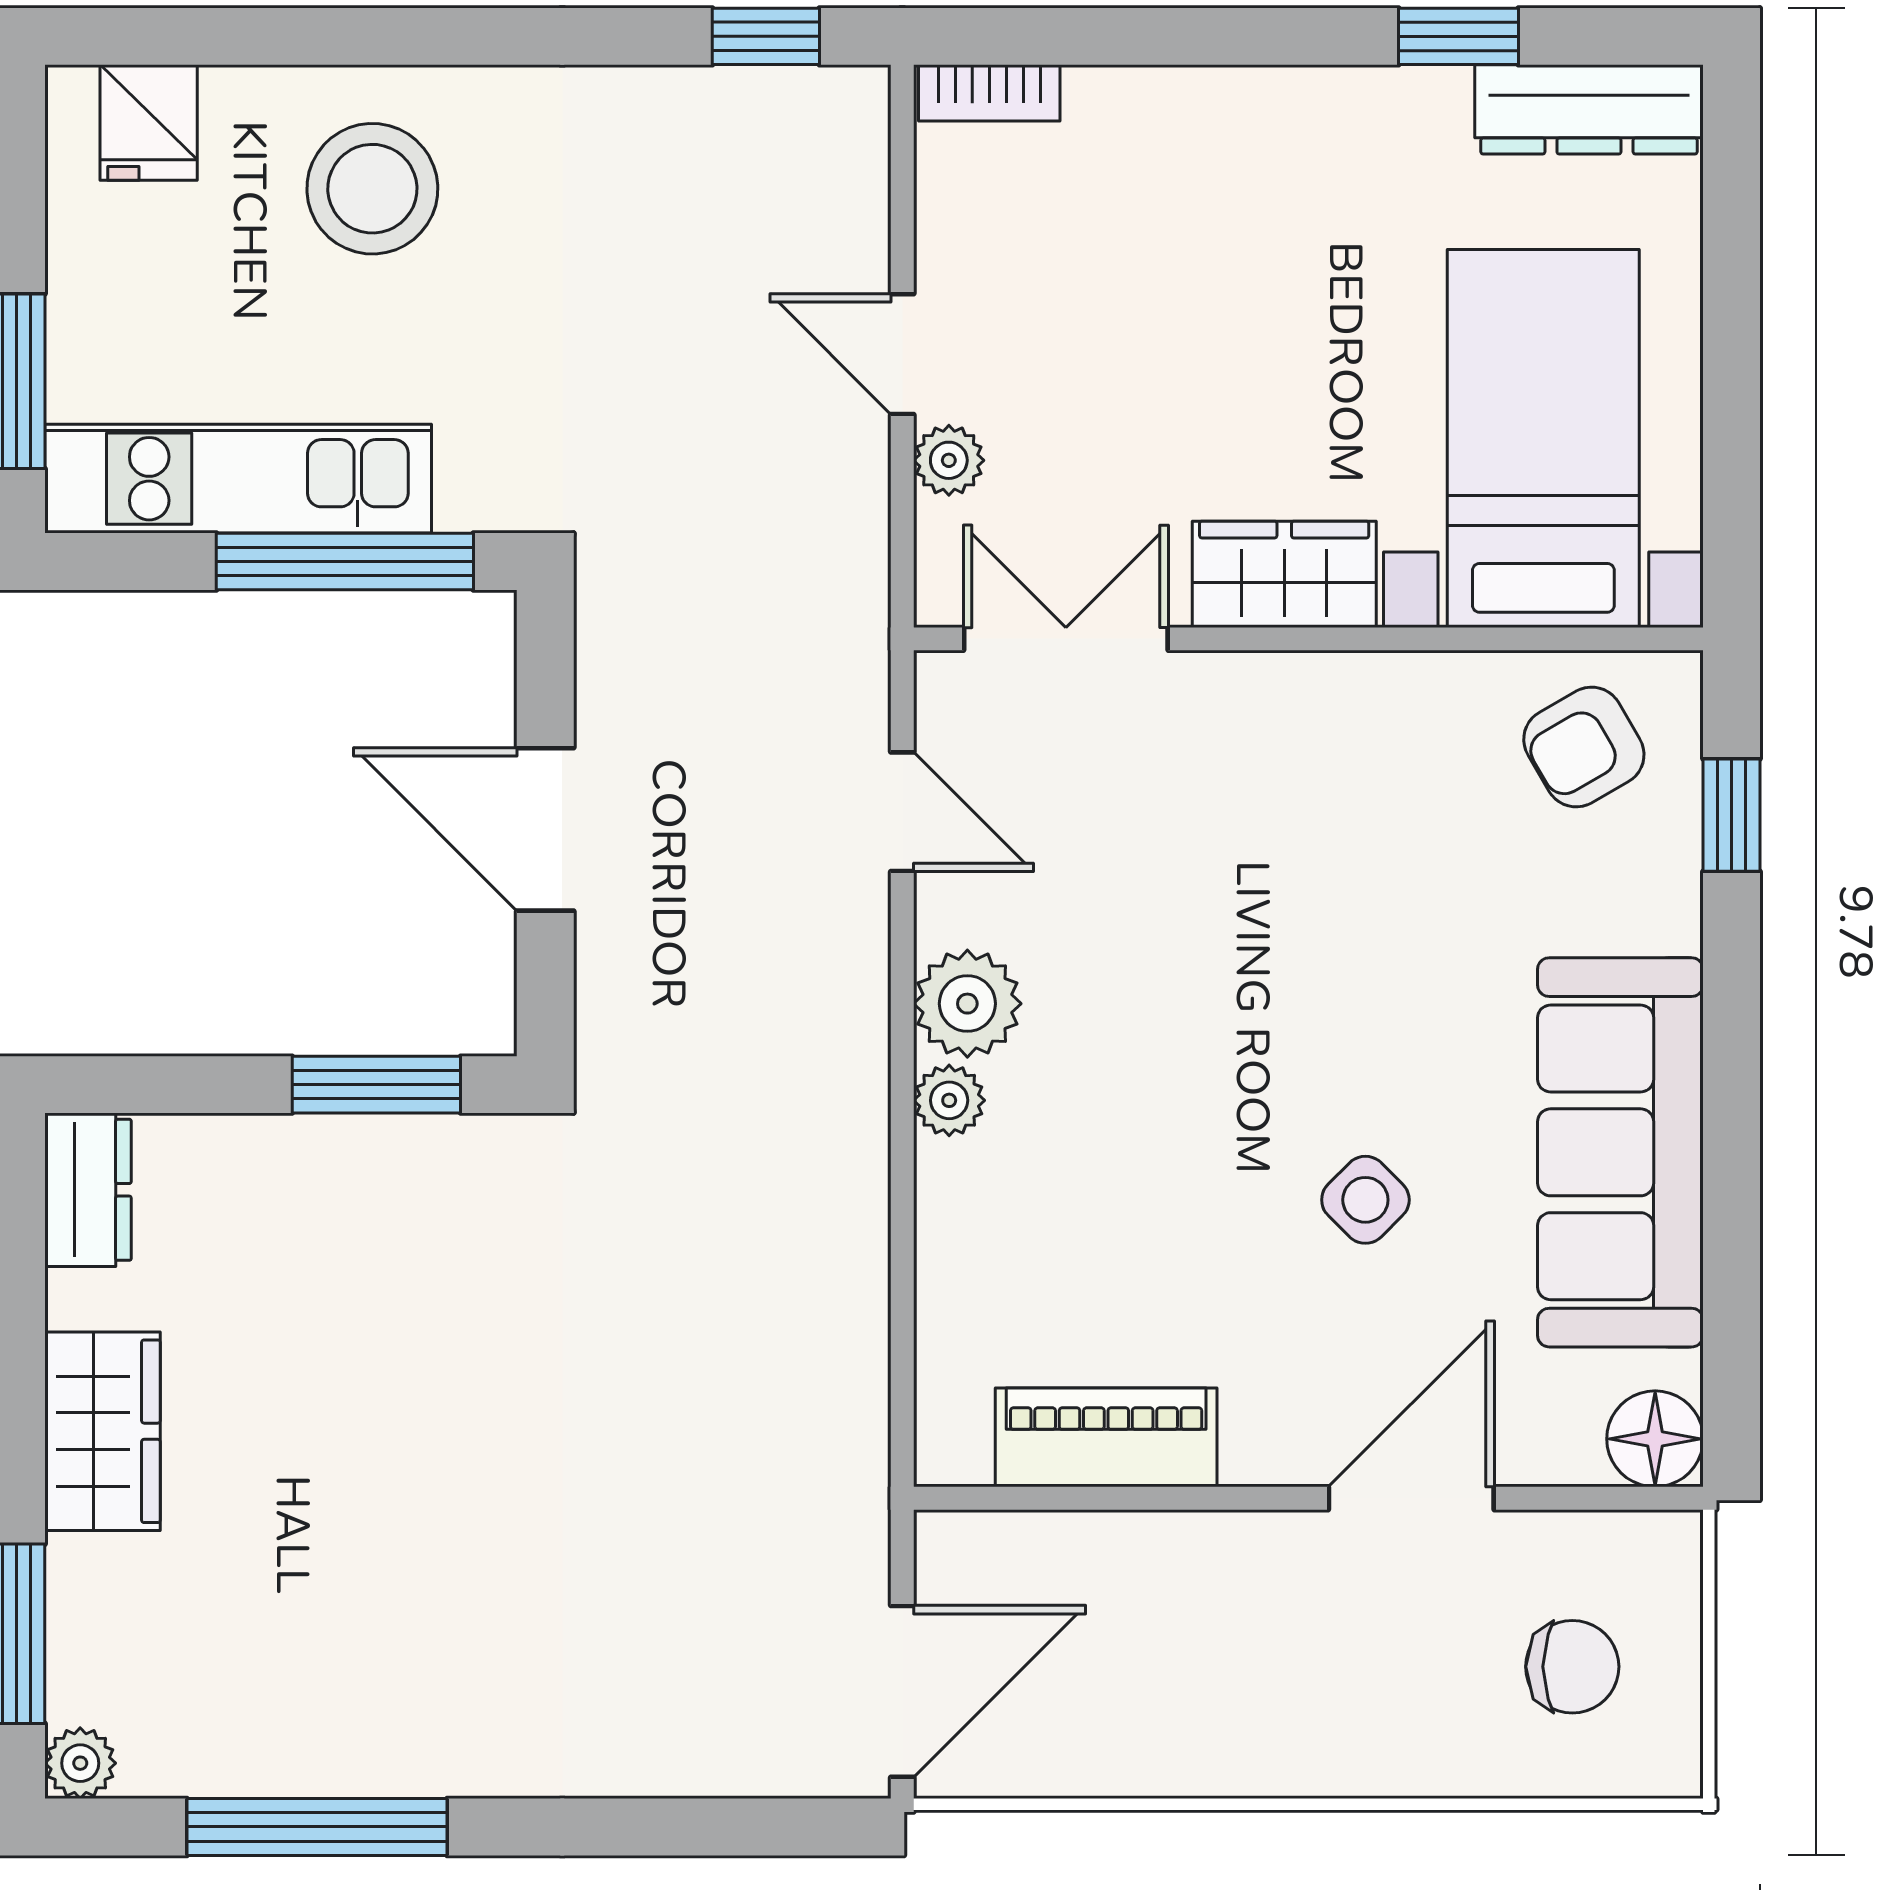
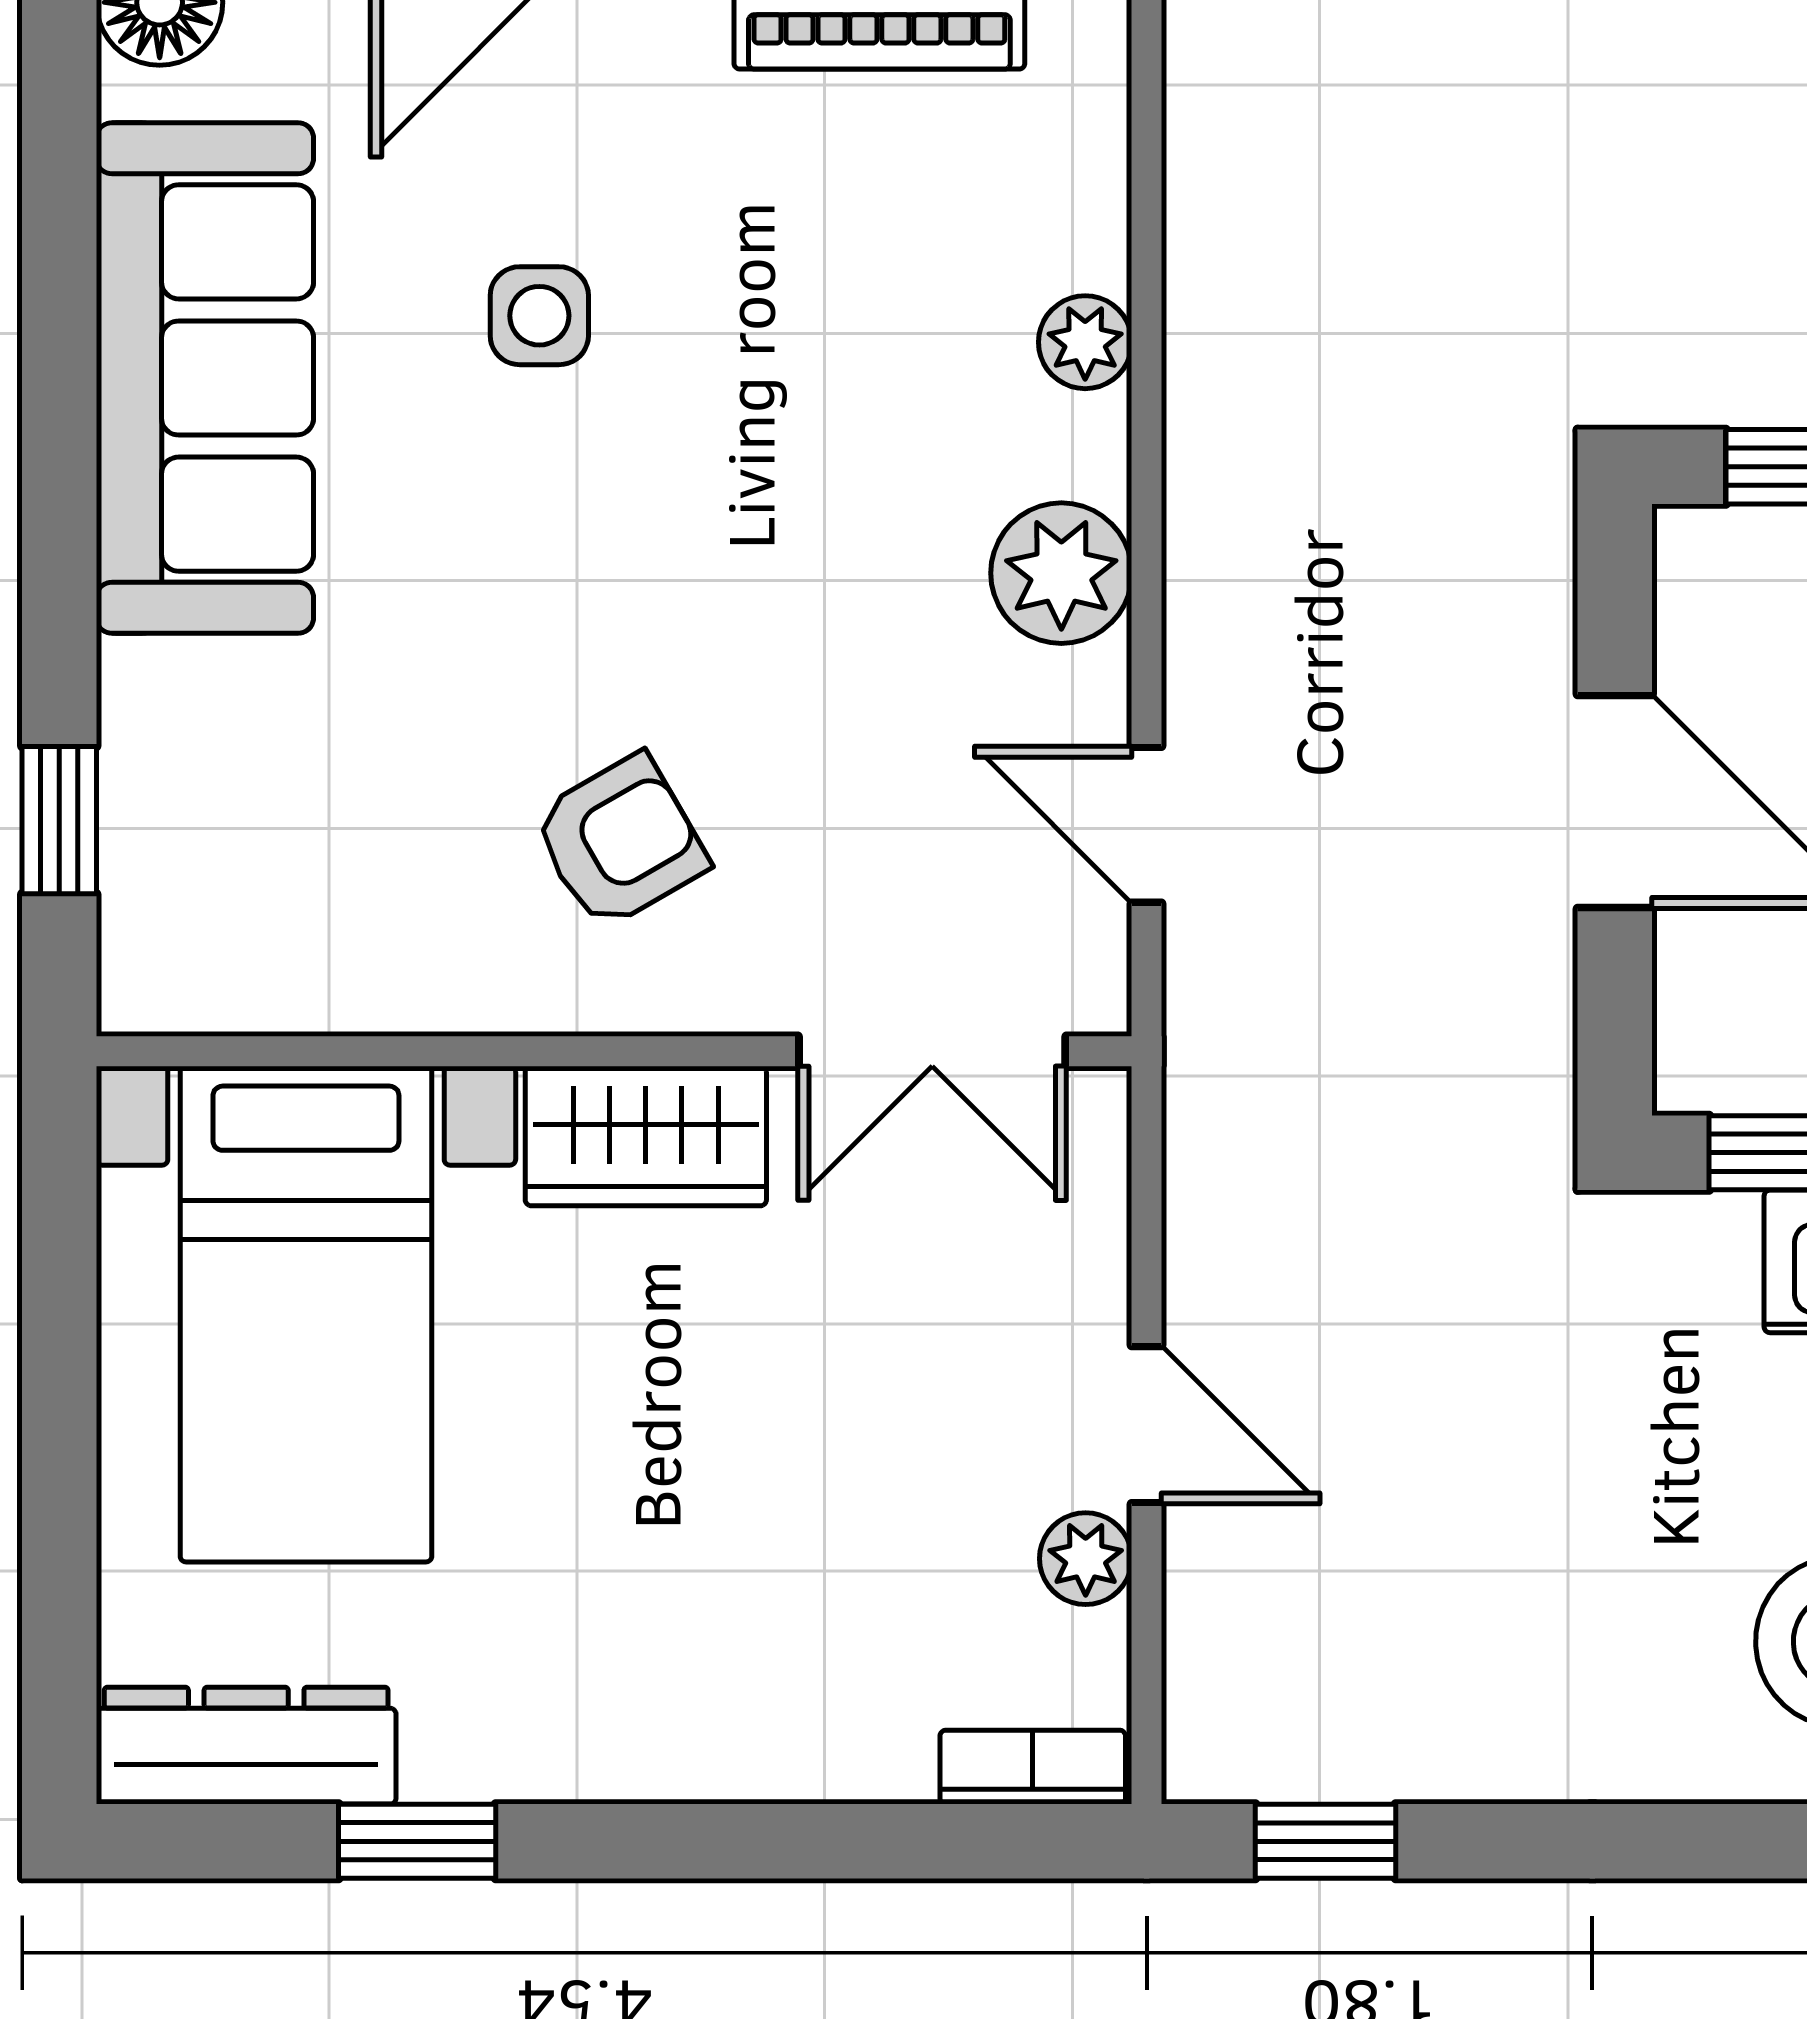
plant: (949, 460) -> (1086, 1559), moved
armchair: (1584, 747) -> (620, 842), moved
plant: (949, 1100) -> (1085, 342), moved
side table: (1365, 1200) -> (539, 316), turned 45

